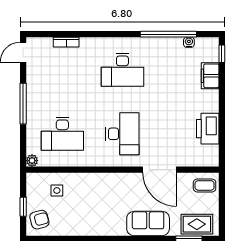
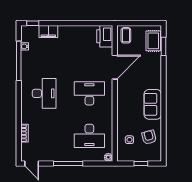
printer: (208, 129) -> (105, 36), moved, turned 90
desk: (62, 134) -> (89, 136), turned 90
armchair: (39, 220) -> (149, 137), moved
sofa: (148, 223) -> (153, 104), moved

